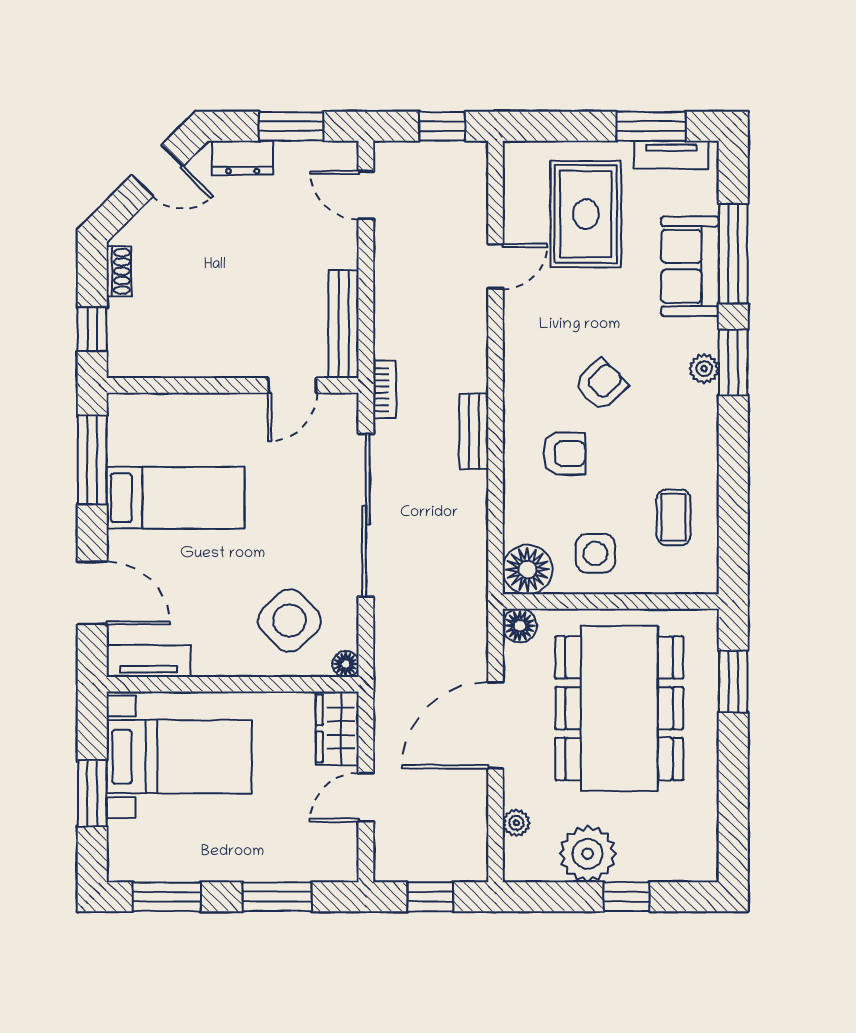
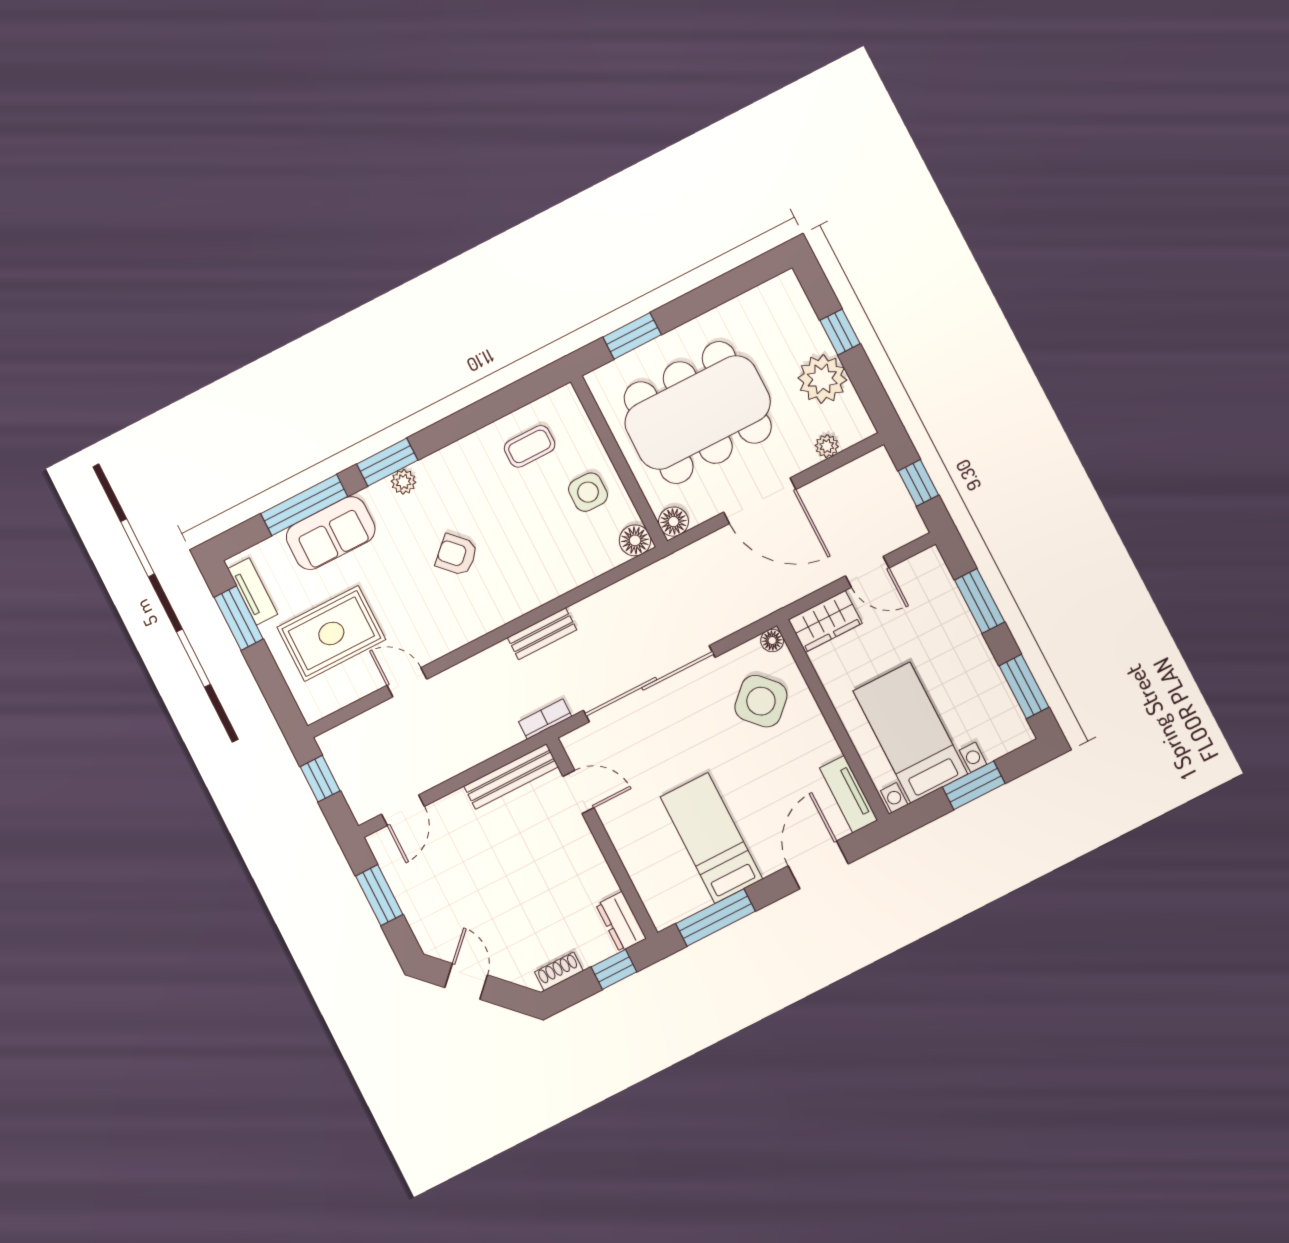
dresser: (243, 158) -> (621, 922), moved, turned 180
armchair: (564, 454) -> (524, 556), removed
floor lamp: (528, 569) -> (635, 540), width x0.73, depth x0.73

